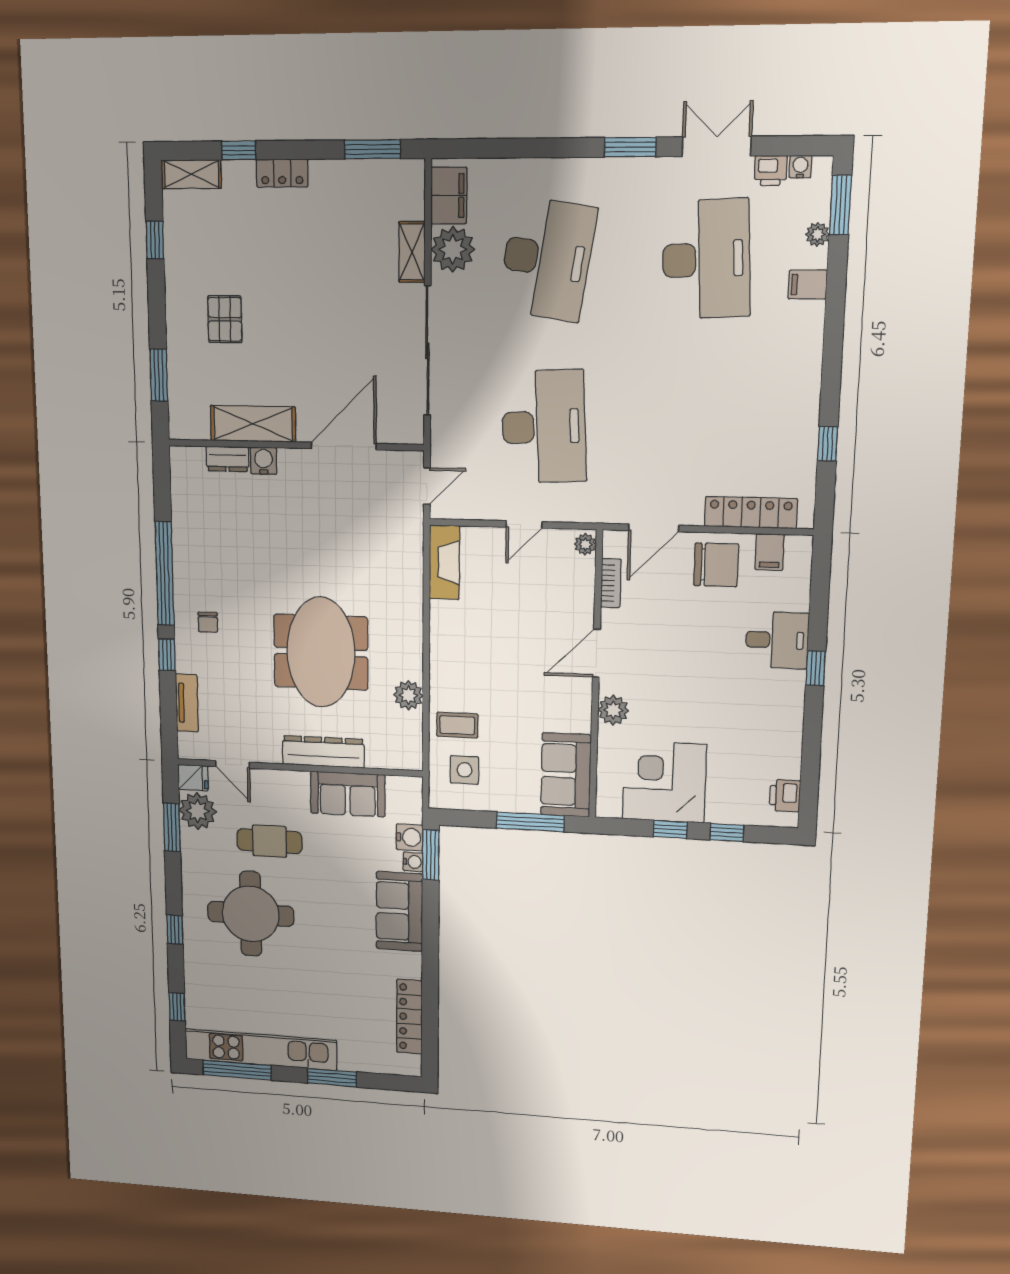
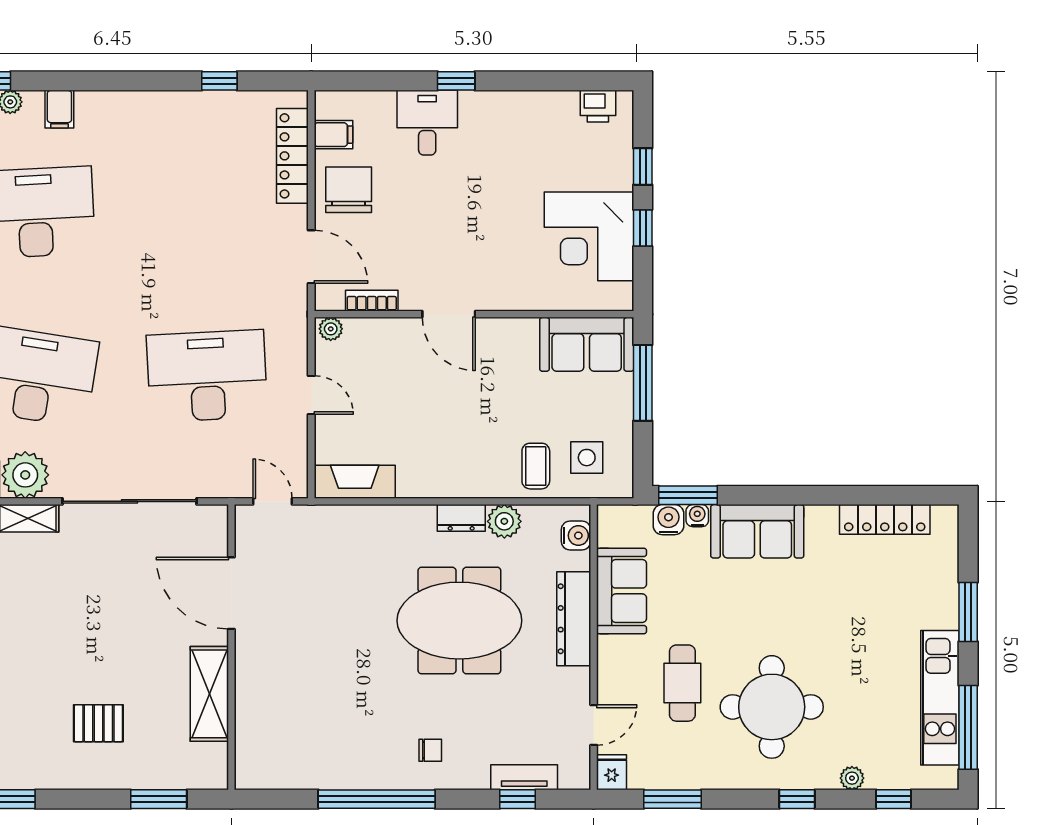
dresser: (227, 459) -> (461, 518), moved, turned 90
water cooler: (264, 461) -> (576, 536), moved, turned 180
window: (167, 655) -> (517, 799), moved
plant: (613, 710) -> (511, 294), removed
plant: (198, 811) -> (852, 778), moved, width x0.53, depth x0.53
kitchen unit: (261, 1050) -> (940, 698), width x0.73

